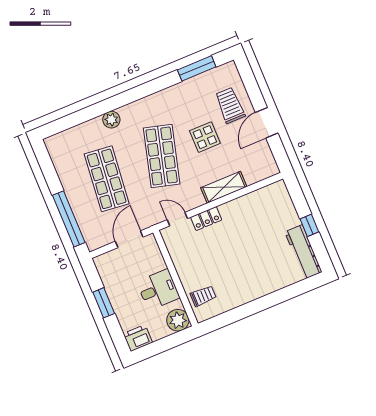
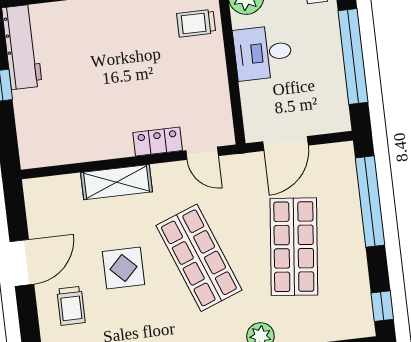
trolley: (230, 105) -> (71, 306), width x0.73, depth x0.72
shop shelf: (162, 156) -> (199, 258), turned -36
window: (44, 158) -> (382, 306), added
window: (104, 303) -> (353, 56), width x2.11

